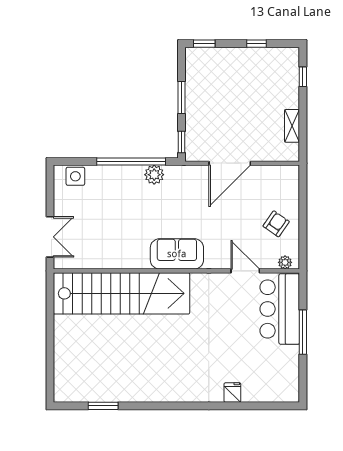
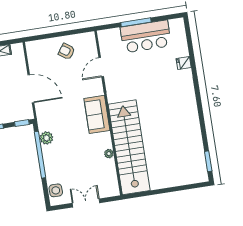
double door: (50, 237) -> (86, 203), moved
plant: (285, 262) -> (109, 154), moved
bar counter: (280, 309) -> (146, 37), moved
window: (103, 406) -> (208, 161), moved

